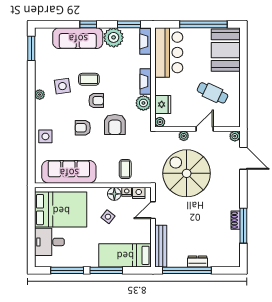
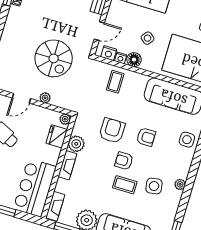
spiral stairs: (187, 173) -> (54, 58), width x0.73, depth x0.73

